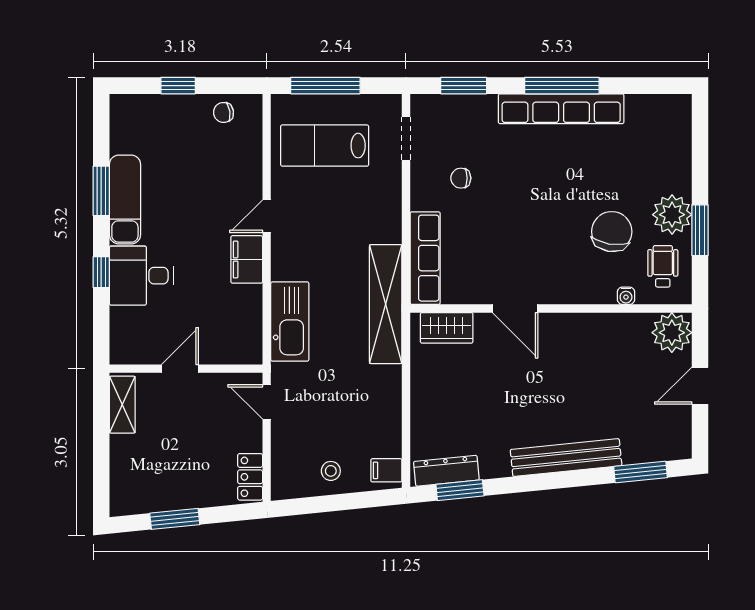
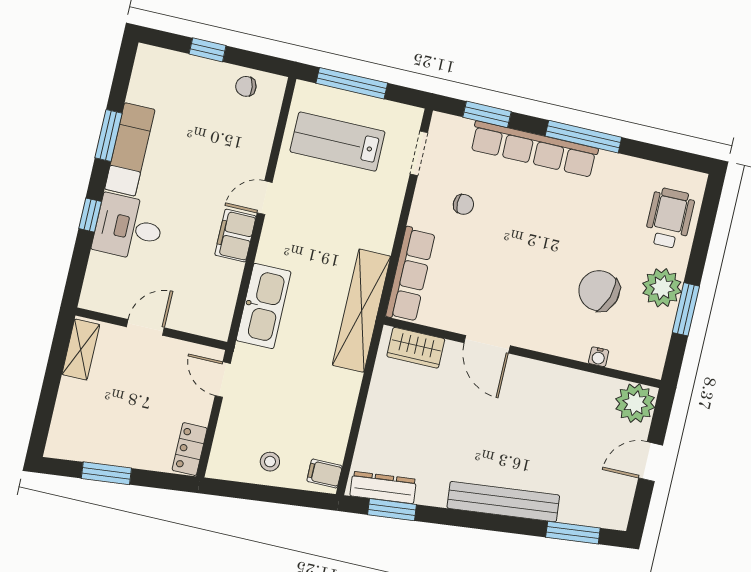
row of seats: (561, 109) -> (534, 149), moved
chair: (461, 178) -> (463, 204), turned 180
chair: (612, 232) -> (599, 291), turned -81
wheelchair: (663, 266) -> (670, 218), moved, width x1.36, depth x1.37

